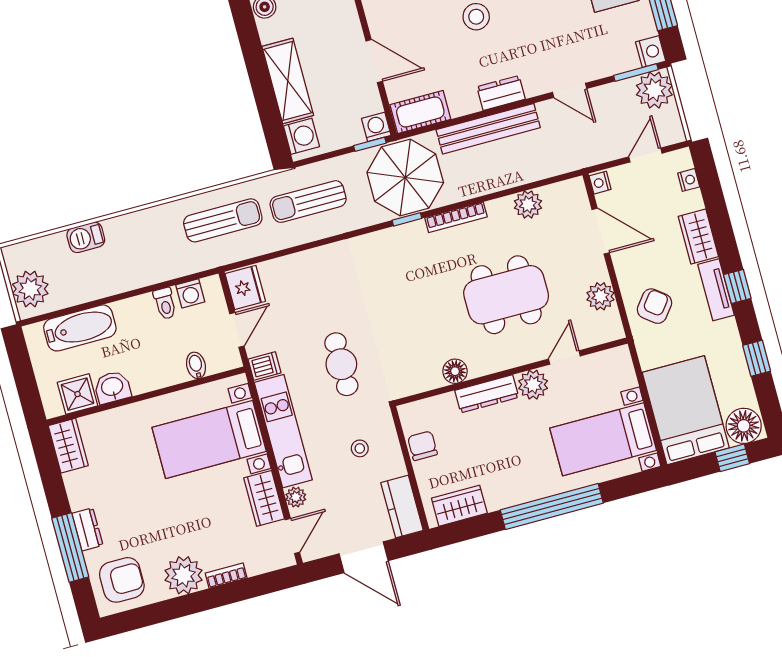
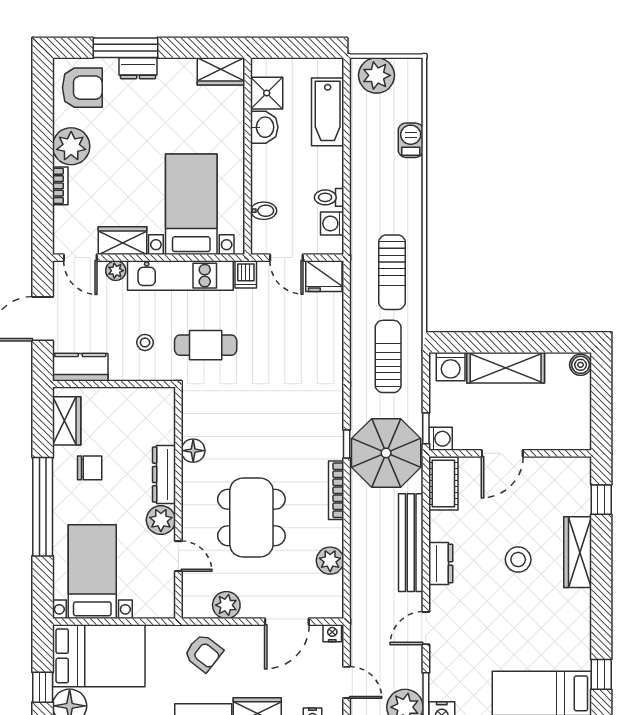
cafe table: (341, 364) -> (206, 345), moved
chair: (422, 446) -> (90, 468), moved
armchair: (122, 580) -> (82, 88), turned -90

